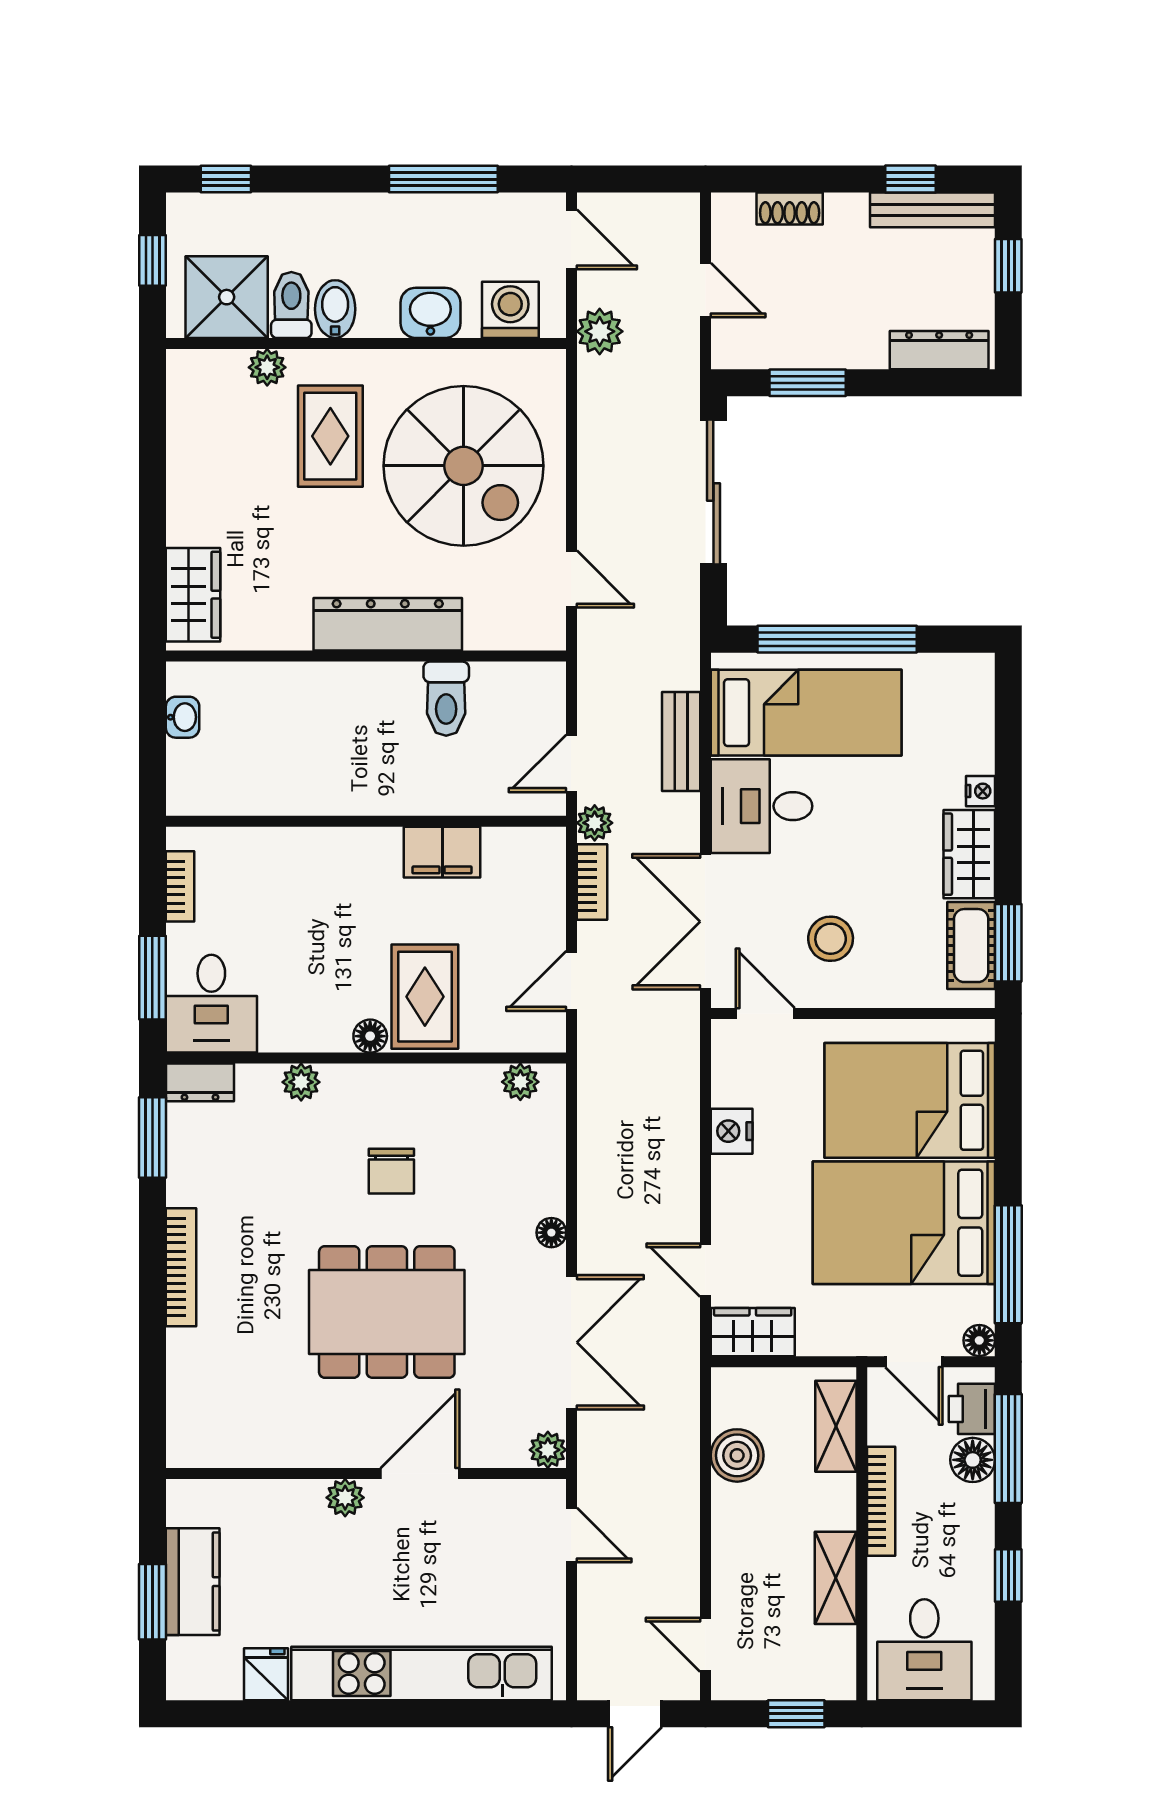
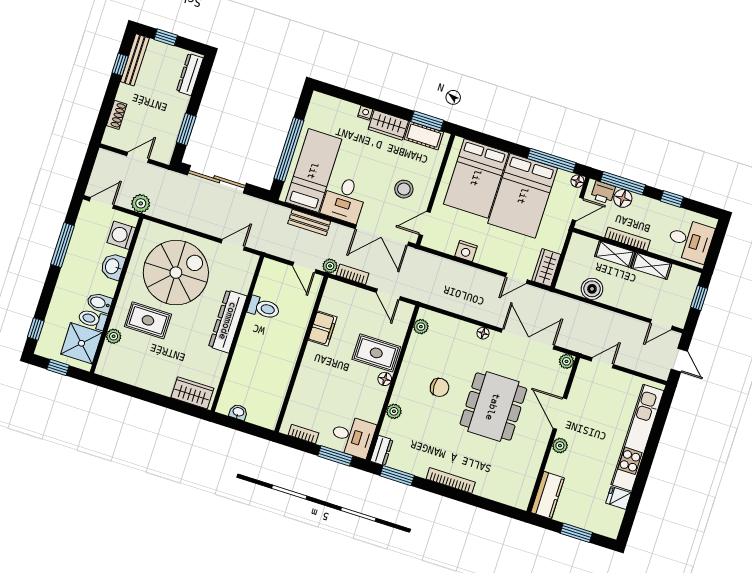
shelving: (836, 1426) -> (615, 254), moved
kitchen counter: (193, 1582) -> (548, 495), moved, turned 90

